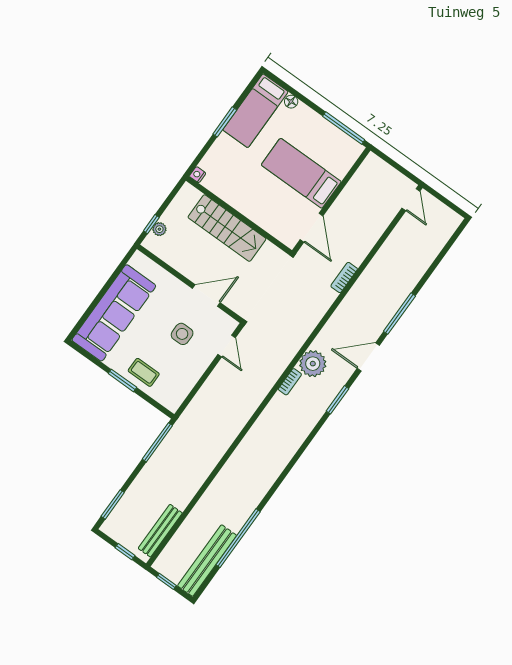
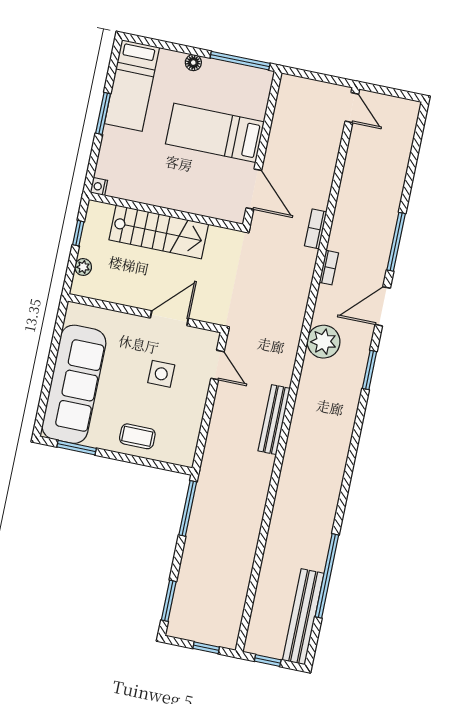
floor lamp: (291, 102) -> (193, 63), moved
window: (151, 224) -> (78, 233), moved
window: (122, 380) -> (77, 448), moved
bookcase: (290, 382) -> (329, 268), moved
bench: (160, 531) -> (274, 420), moved

